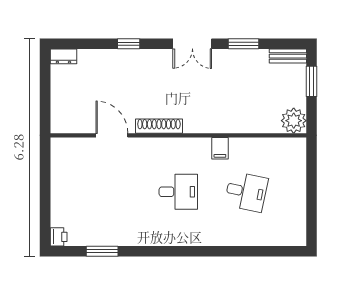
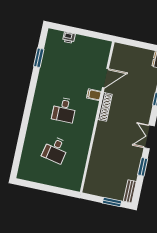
plant: (294, 121) -> (91, 187), removed
filing cabinet: (220, 148) -> (94, 95), moved
printer: (59, 237) -> (69, 38), moved

